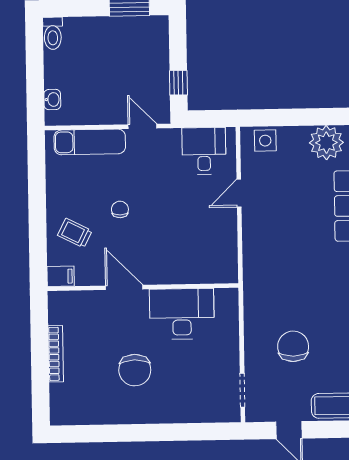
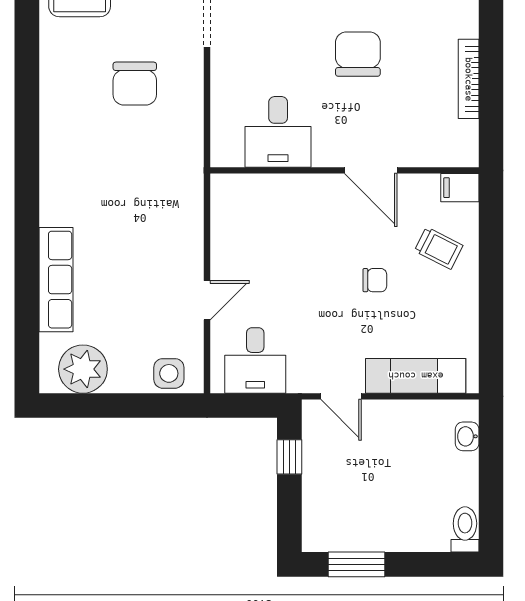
chair: (120, 209) -> (375, 280), turned -90
desk: (182, 314) -> (278, 132), width x0.73

